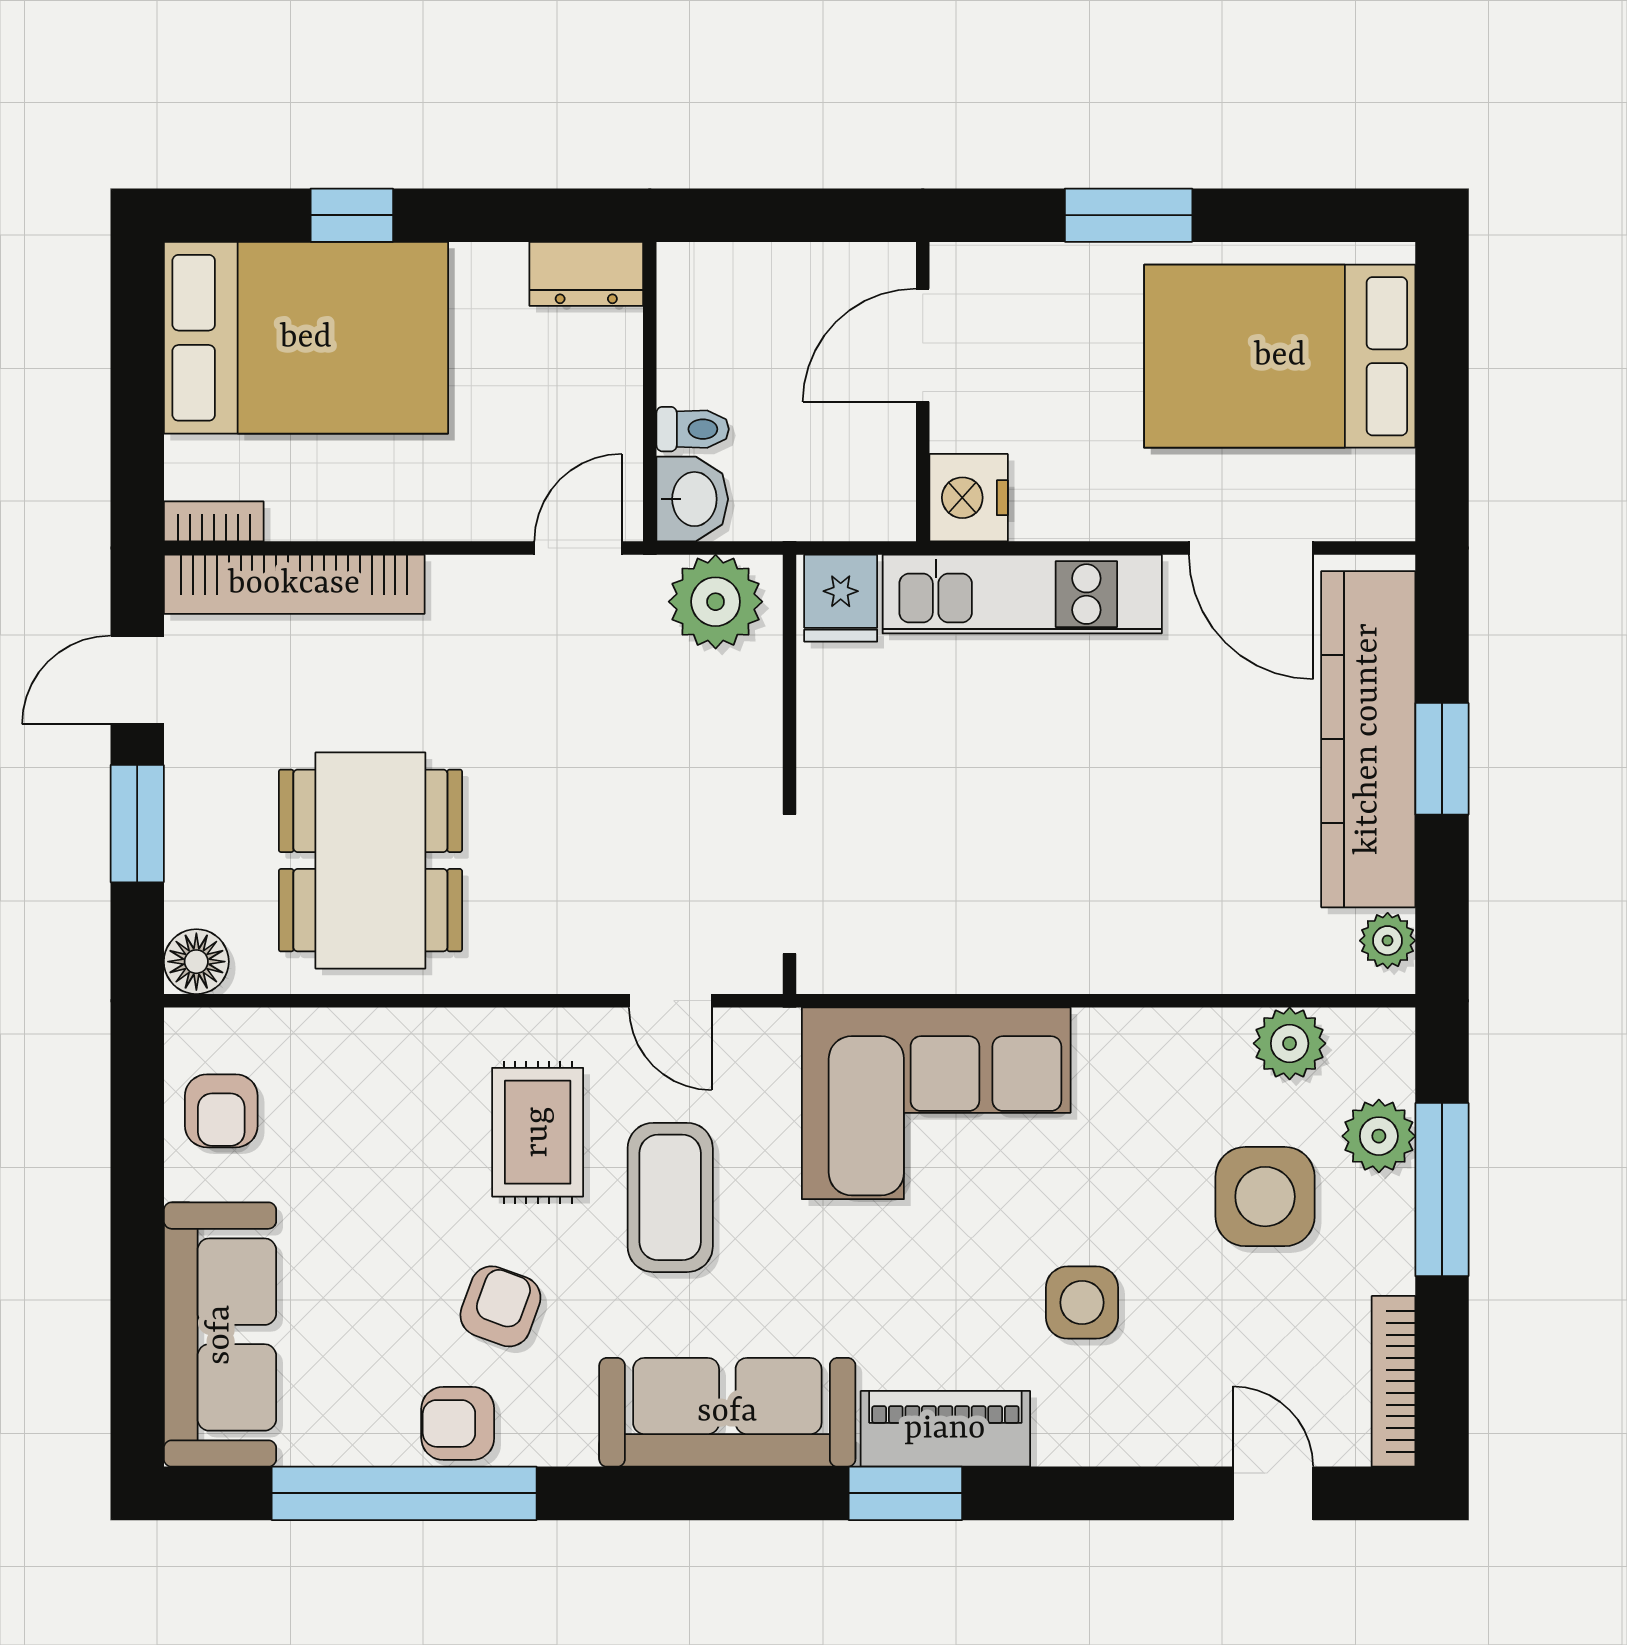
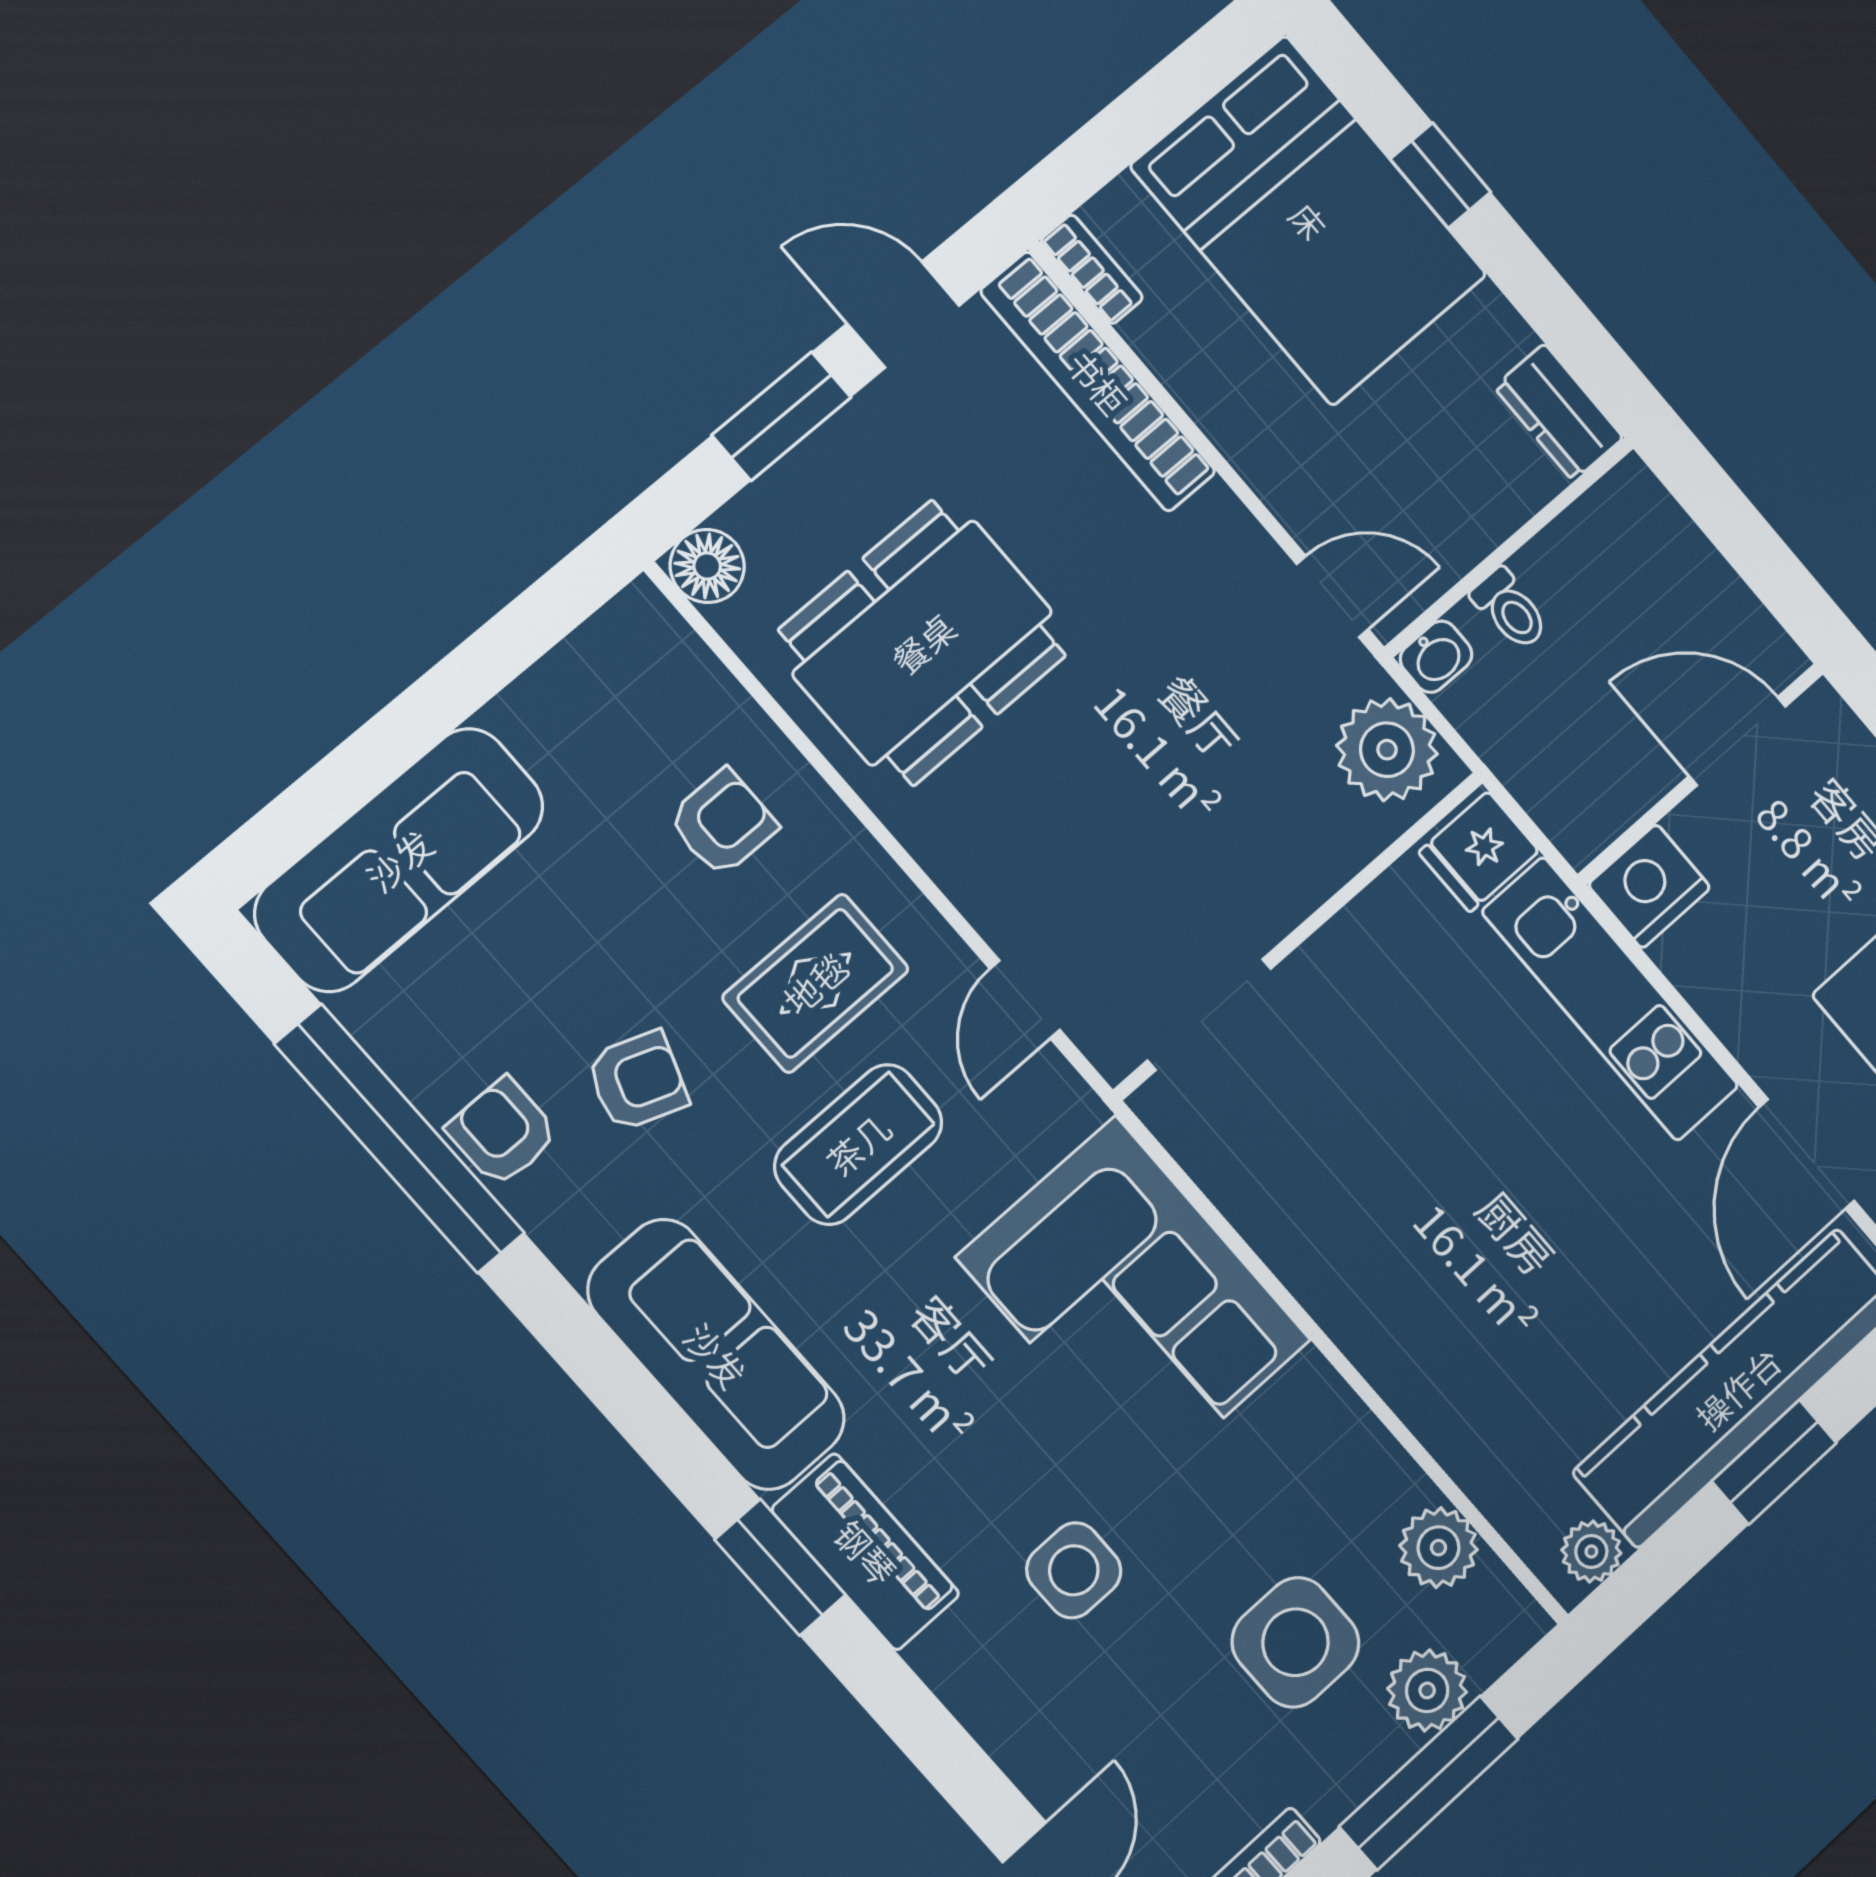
washbasin: (692, 499) -> (1436, 657), width x0.72, depth x0.69
armchair: (221, 1111) -> (723, 823), moved, turned 180

